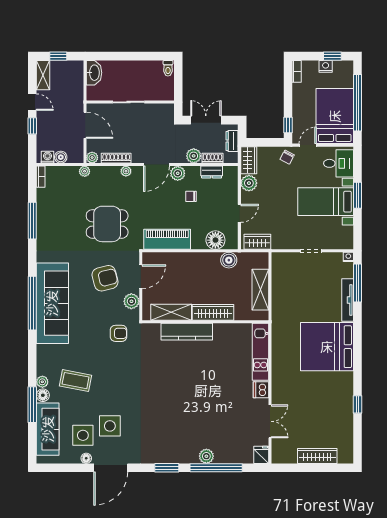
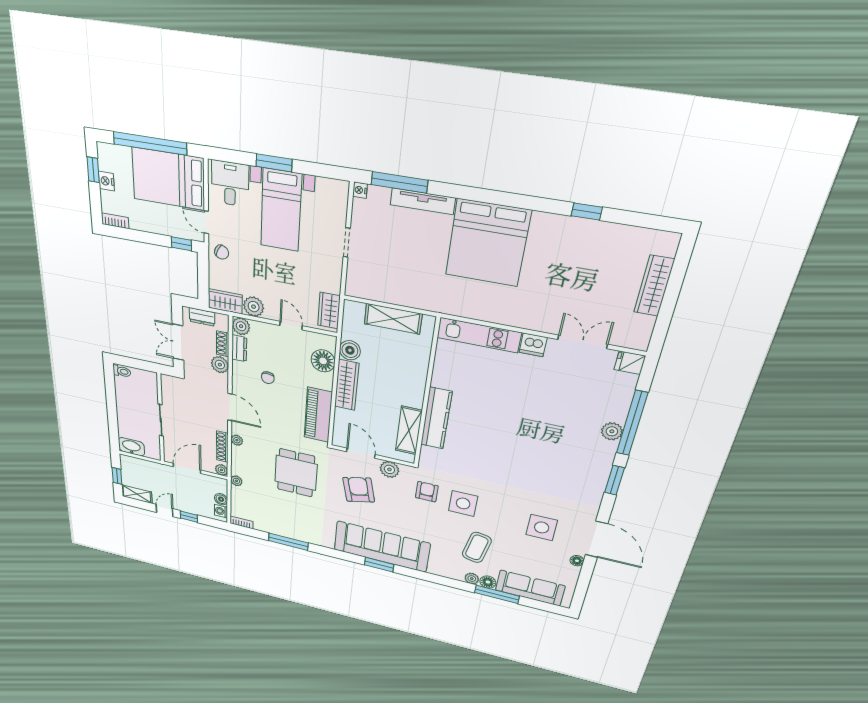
plant: (178, 173) -> (241, 326), moved
window: (32, 303) -> (379, 565), width x0.47
wardrobe: (213, 312) -> (347, 385), moved, turned 180
side table: (83, 435) -> (463, 503), moved

